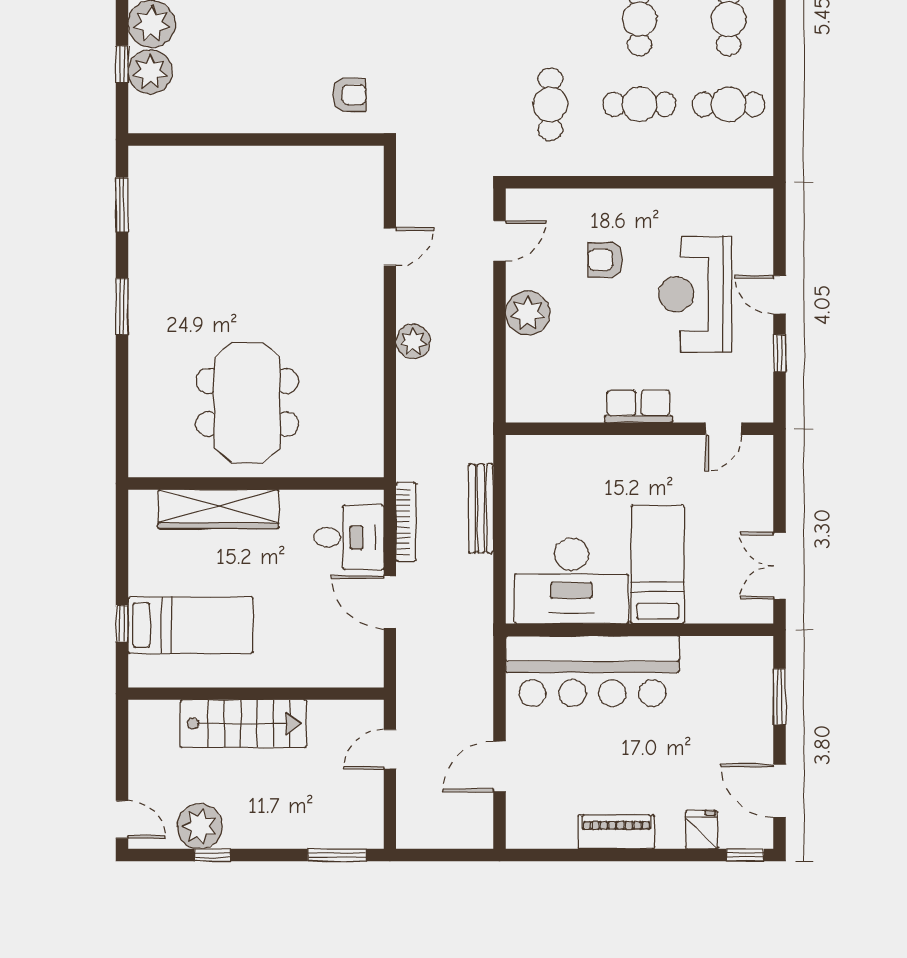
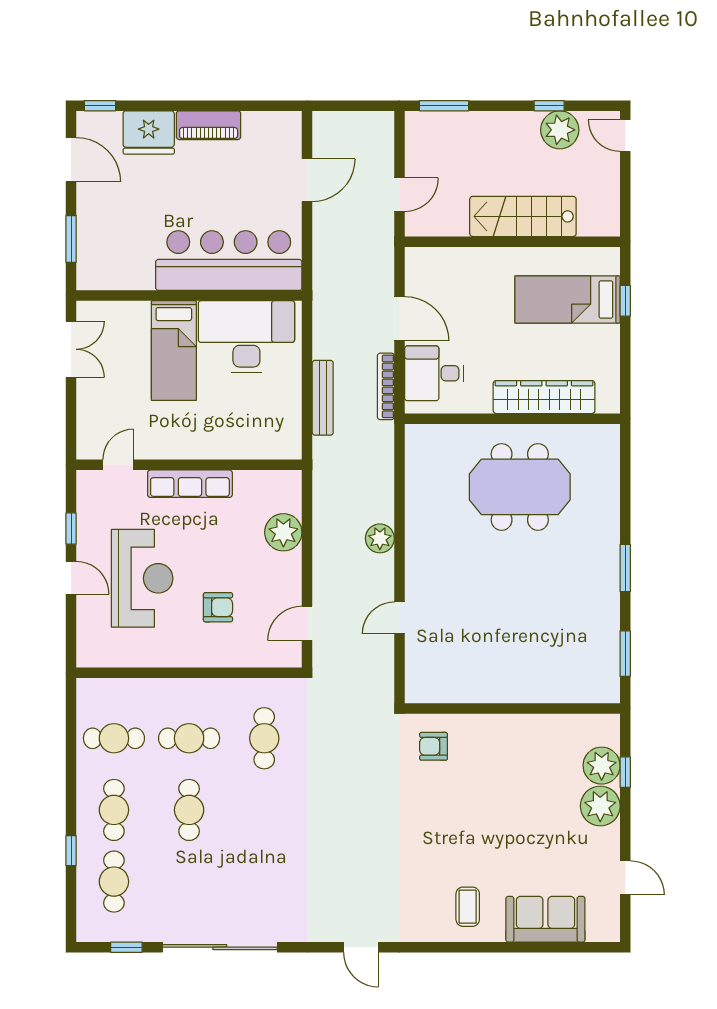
plant: (528, 313) -> (283, 532), moved
meeting table: (247, 403) -> (520, 487), turned 90
row of seats: (638, 406) -> (190, 484), width x1.48
fridge: (702, 830) -> (149, 132), width x1.88, depth x1.34

